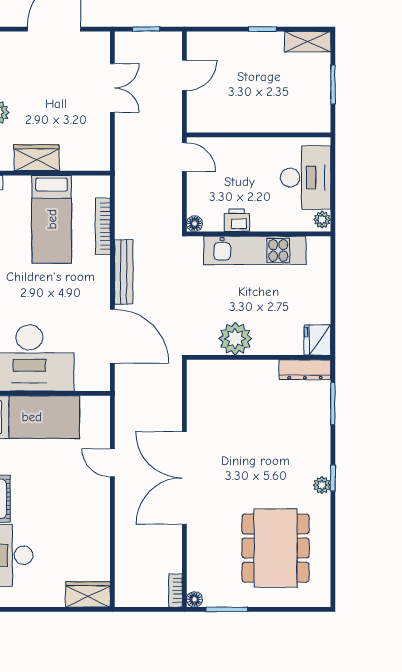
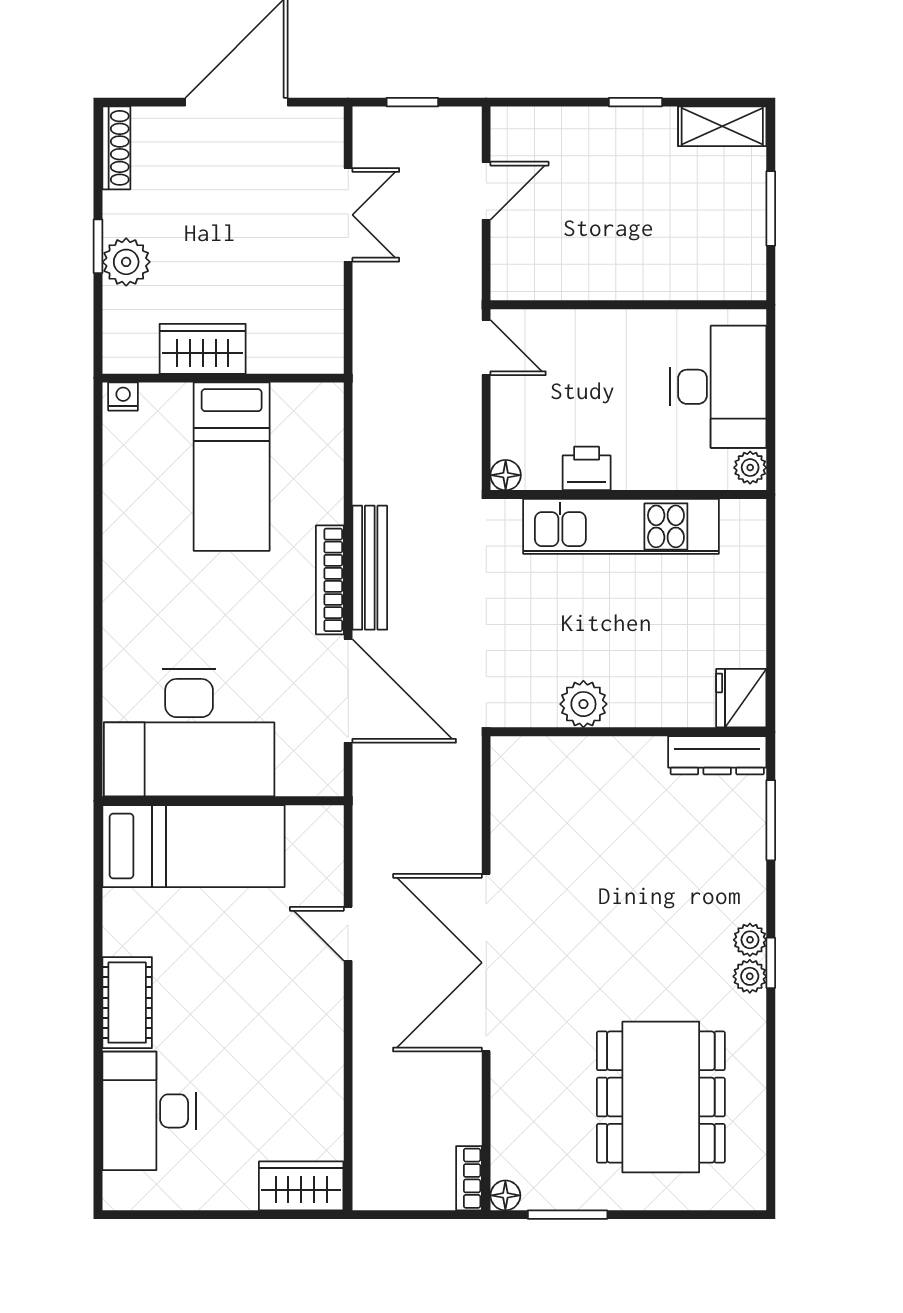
bookcase: (103, 226) -> (330, 580), moved
plant: (235, 339) -> (583, 704), width x0.73, depth x0.73
plant: (322, 466) -> (750, 940), added

